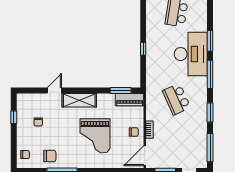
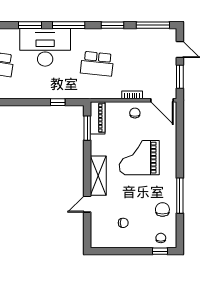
window: (143, 49) -> (58, 102), moved
door: (54, 90) -> (87, 204), hinge flipped
school desk: (177, 99) -> (97, 64), turned 30
window: (14, 117) -> (160, 251), moved
grand piano: (95, 136) -> (139, 158), turned 180

